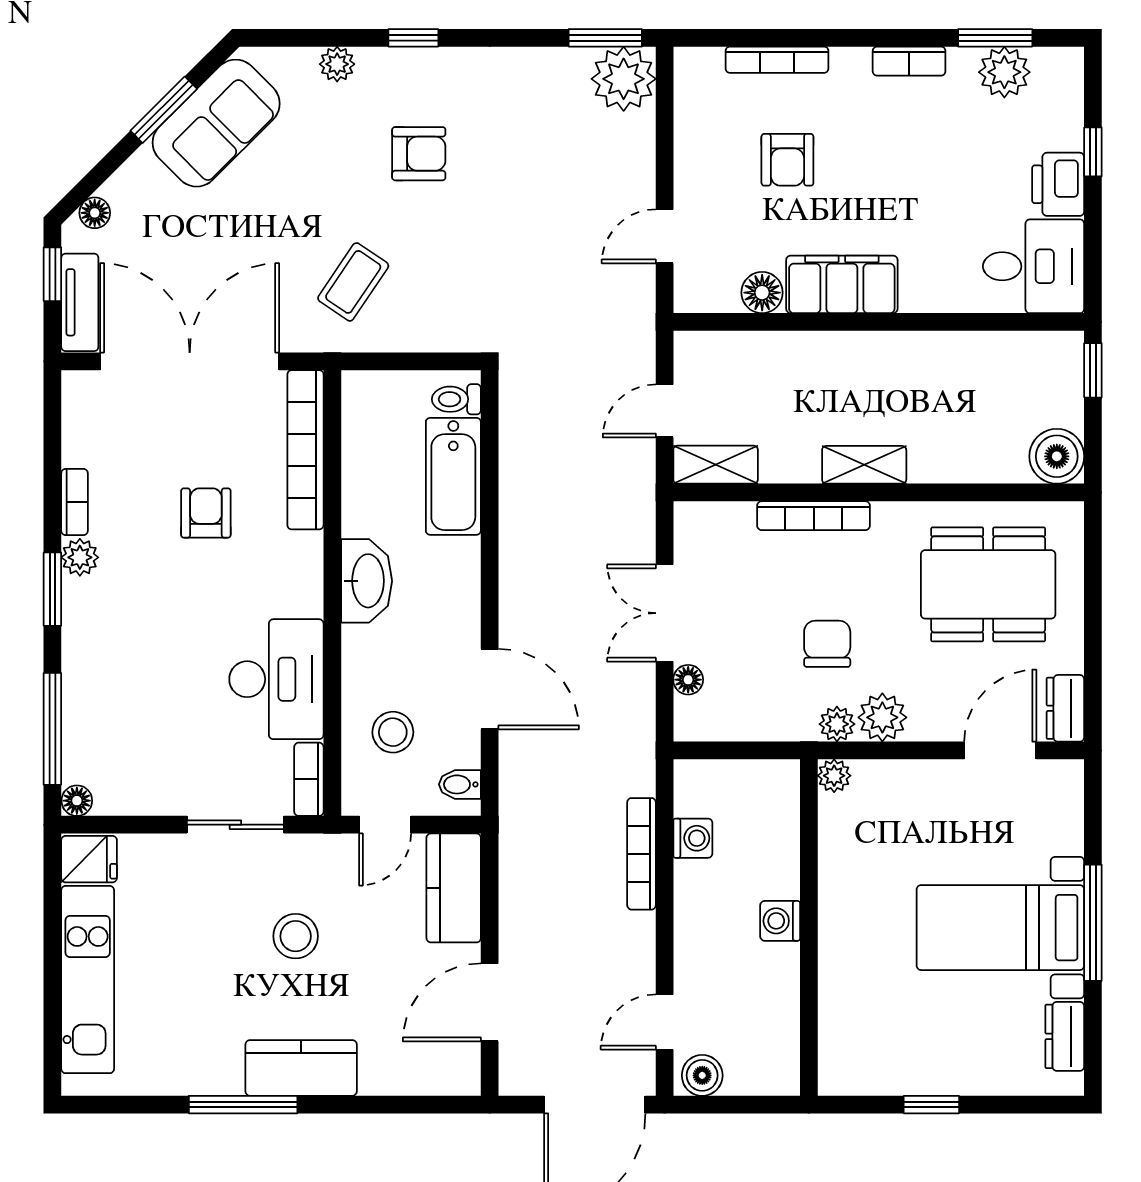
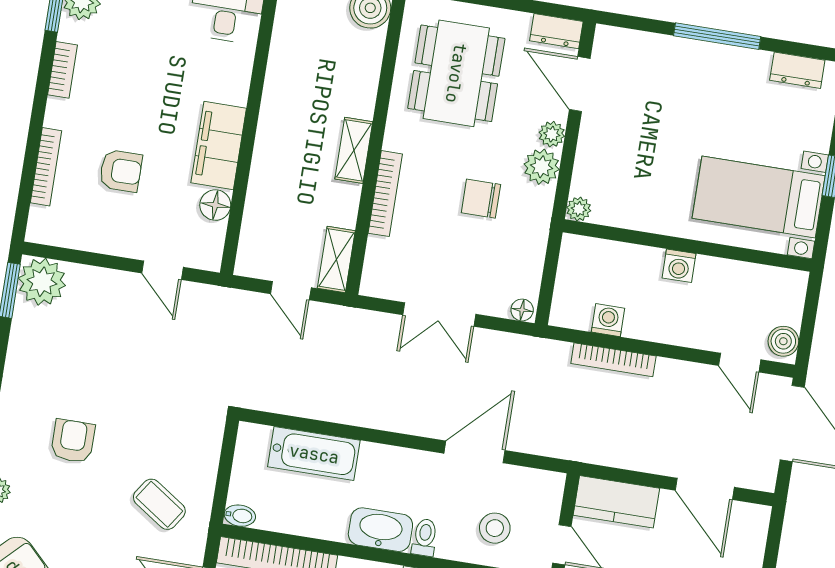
toilet: (456, 399) -> (425, 537), moved, turned 180
floor lamp: (688, 680) -> (522, 310), moved
plant: (837, 724) -> (552, 134), moved
bidet: (460, 784) -> (240, 516), moved, turned -90
bed with nightstands: (1000, 928) -> (759, 197), moved, turned 90

